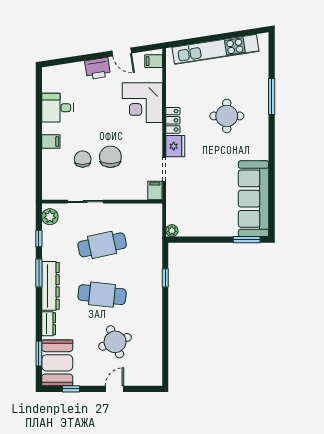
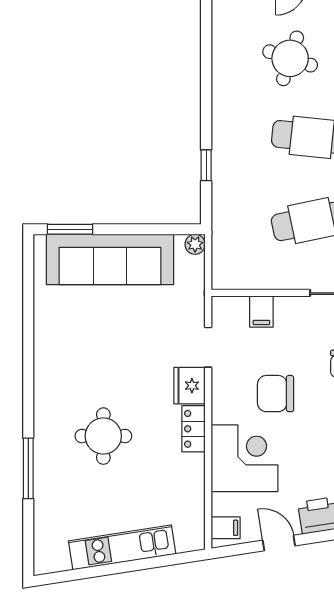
kitchen unit: (216, 49) -> (122, 547), width x0.73
chair: (110, 157) -> (276, 394), moved, turned 90
filing cabinet: (155, 190) -> (261, 312), moved
sofa: (254, 199) -> (110, 259), moved, turned 90
round table: (115, 342) -> (290, 58), turned 38

